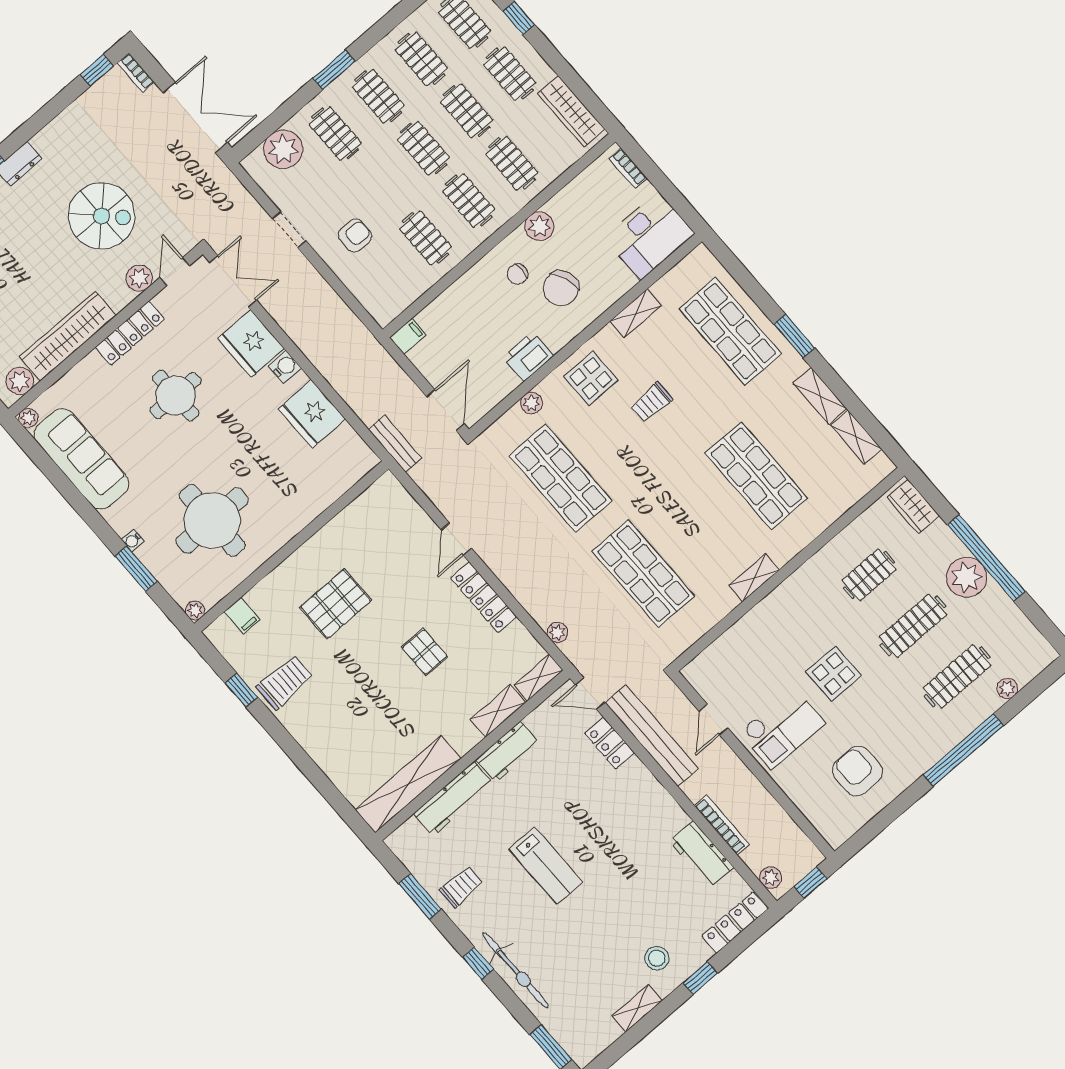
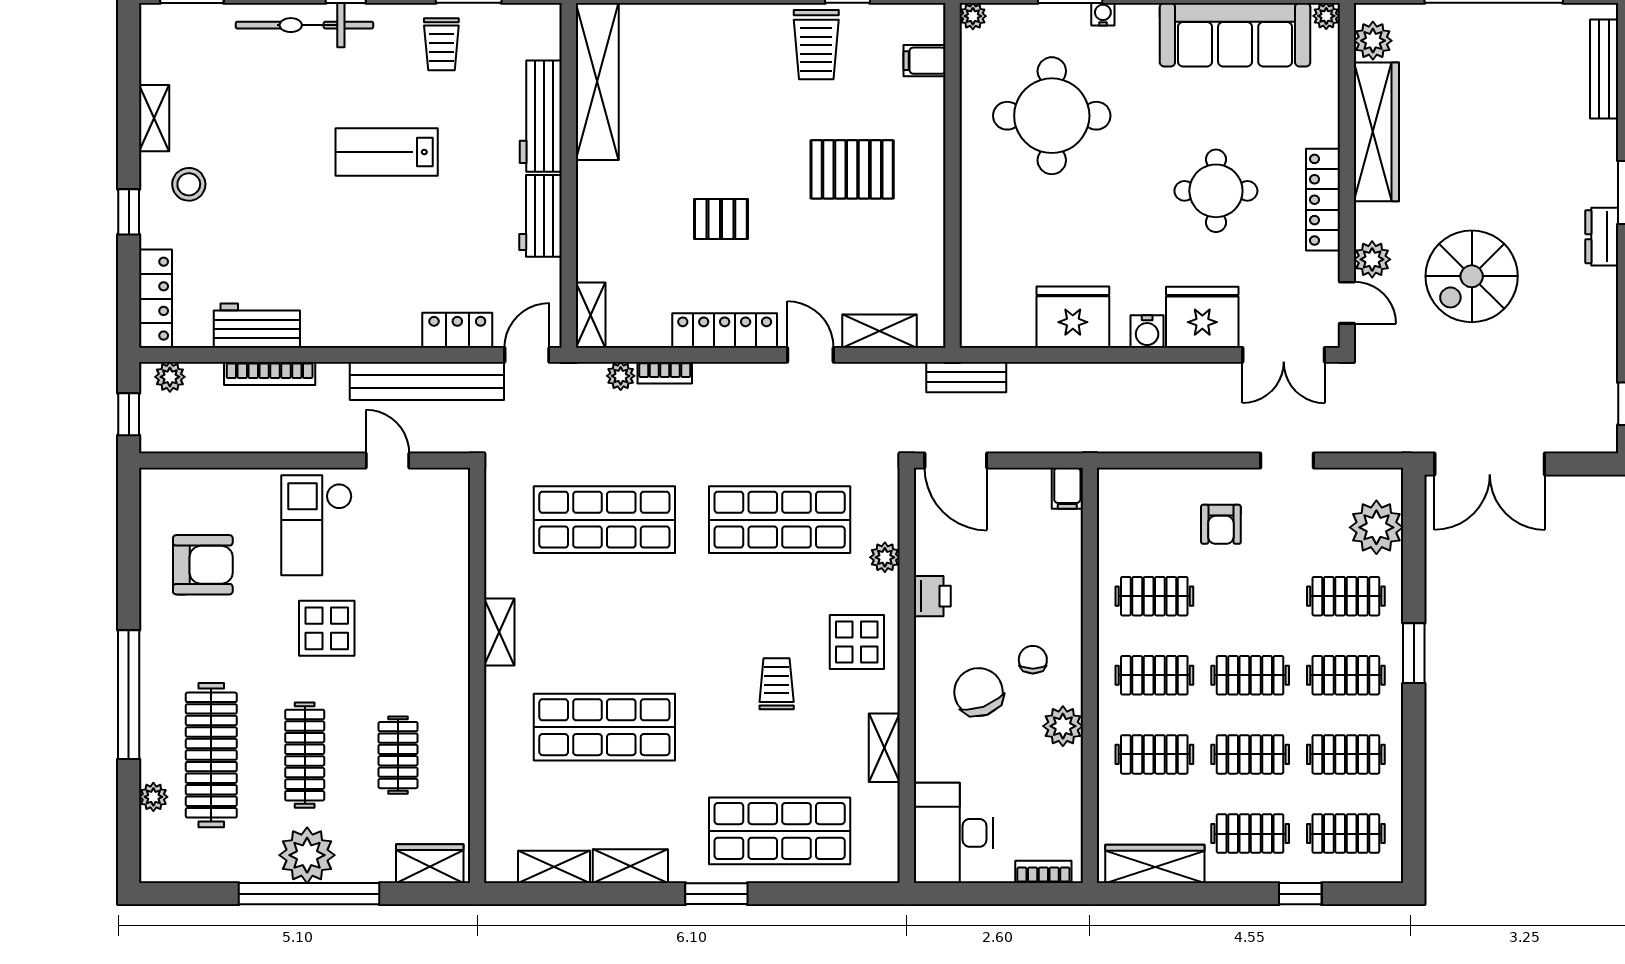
bookcase: (136, 73) -> (665, 373), moved, turned 180
printer: (528, 356) -> (932, 596), width x0.73, depth x0.81
pallet: (336, 604) -> (852, 169), turned 90
clothes rail: (957, 677) -> (211, 755), width x1.37, depth x1.31
shelving: (498, 711) -> (880, 331), moved, turned 90

